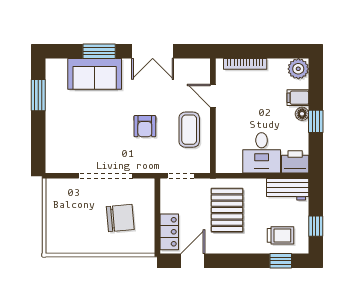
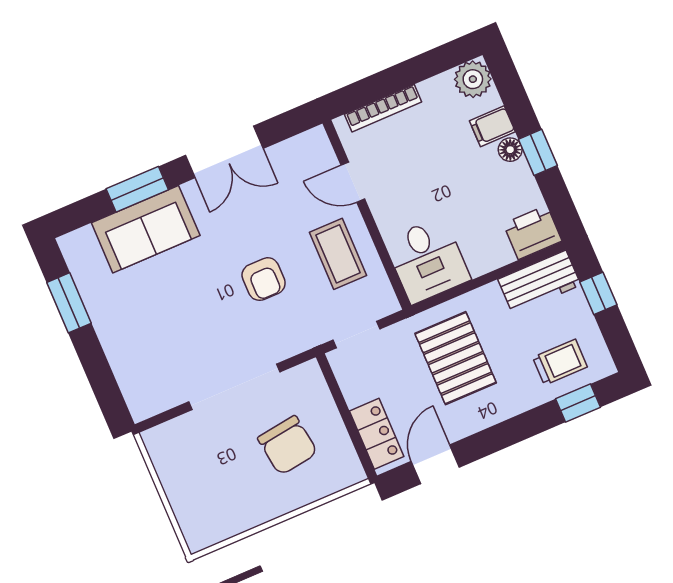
desk: (262, 153) -> (427, 260), moved
chair: (120, 218) -> (288, 445), turned 87
window: (316, 226) -> (598, 293), moved

